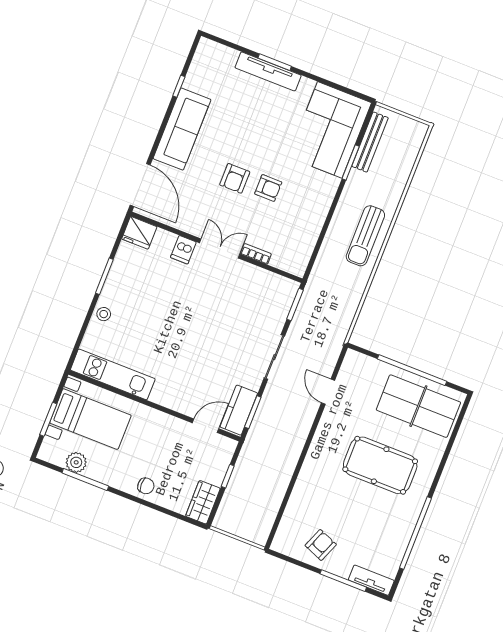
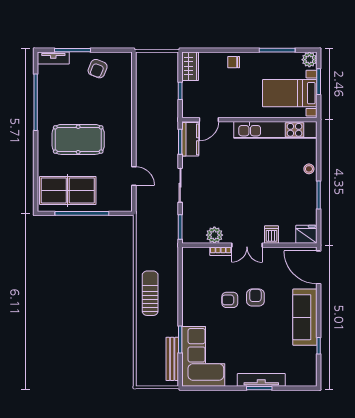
plant: (256, 277) -> (214, 235), added
kitchen unit: (113, 374) -> (275, 130), width x1.36
plant: (76, 462) -> (309, 60), moved

